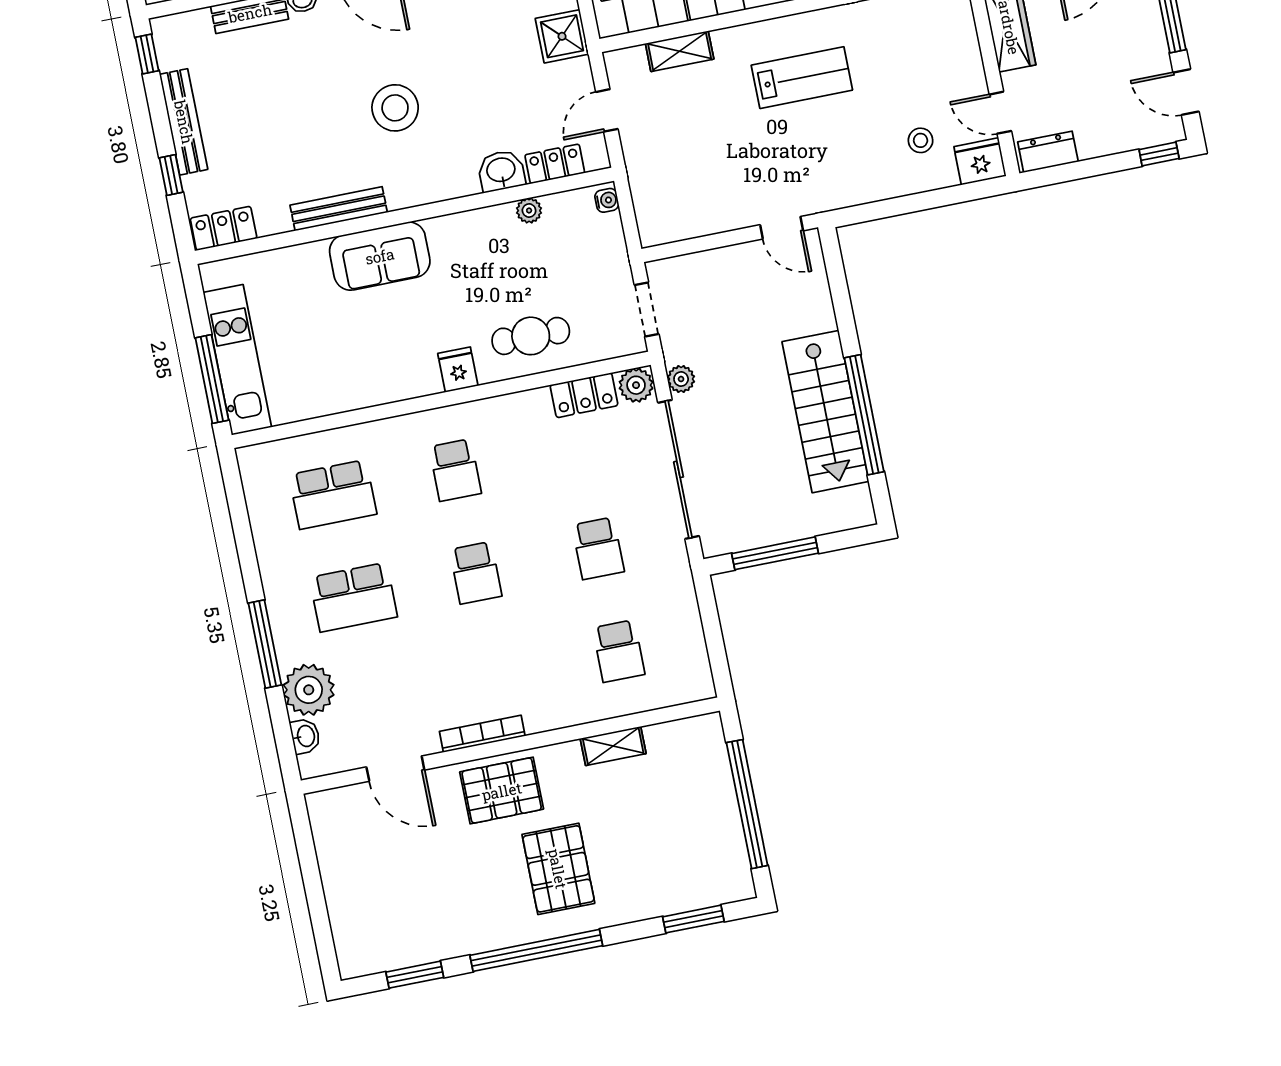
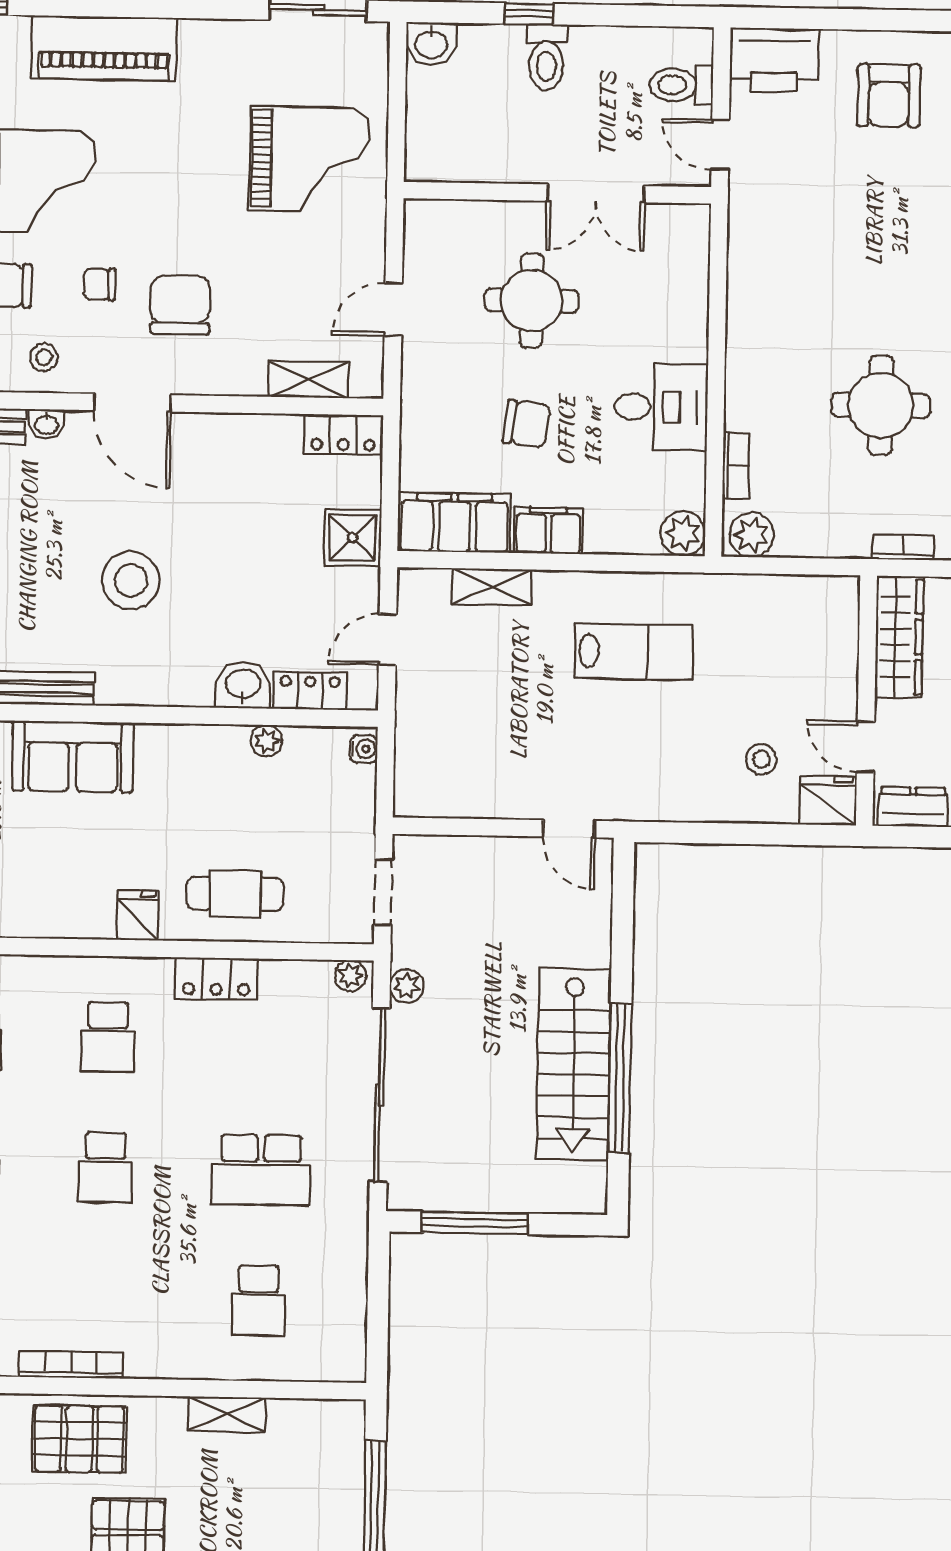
plant: (636, 385) -> (350, 976), width x0.73, depth x0.73
locker: (584, 395) -> (216, 979), moved
school desk: (598, 548) -> (261, 1170), width x1.85

